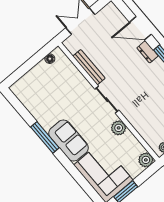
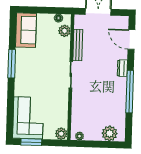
door: (140, 28) -> (131, 39), moved
plant: (119, 128) -> (64, 31), moved
sofa: (68, 141) -> (26, 30), moved

